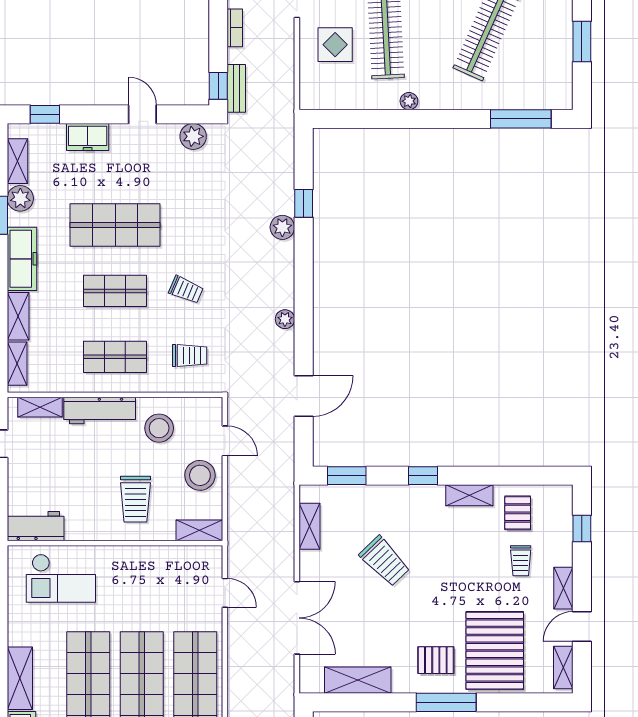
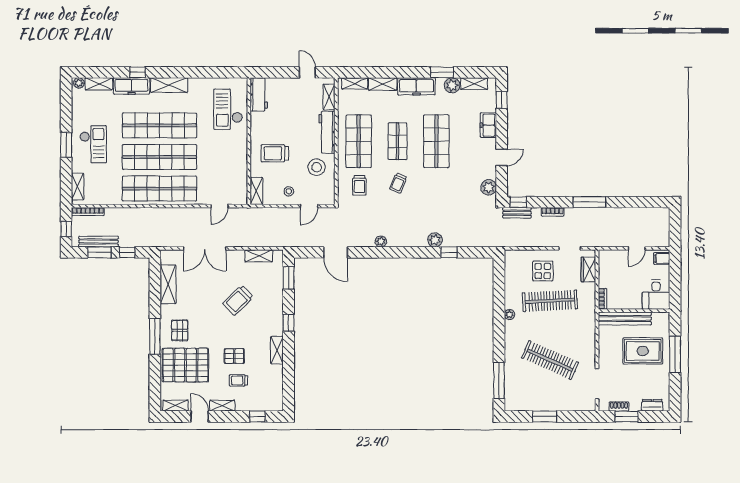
shop shelf: (115, 357) -> (359, 141), width x1.43, depth x1.36
stool: (200, 475) -> (289, 191), width x0.53, depth x0.53
pallet: (518, 513) -> (234, 356), moved

